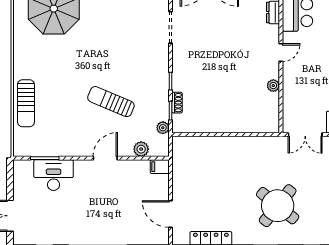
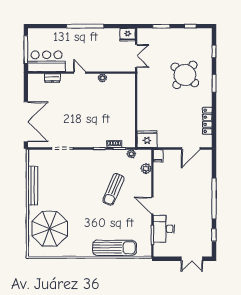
sun lounger: (26, 103) -> (115, 248), width x1.36, depth x1.34
fridge: (184, 150) -> (147, 139), added
door: (105, 158) -> (152, 206), moved

